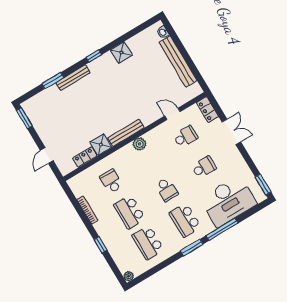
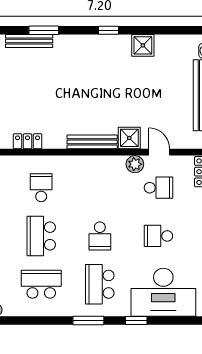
bench: (73, 78) -> (29, 41), moved
plant: (140, 144) -> (135, 164), moved
shower: (101, 145) -> (129, 138), moved
school desk: (204, 167) -> (158, 236), turned 180
window: (222, 229) -> (136, 321), width x0.46
school desk: (148, 242) -> (41, 284), turned 90

